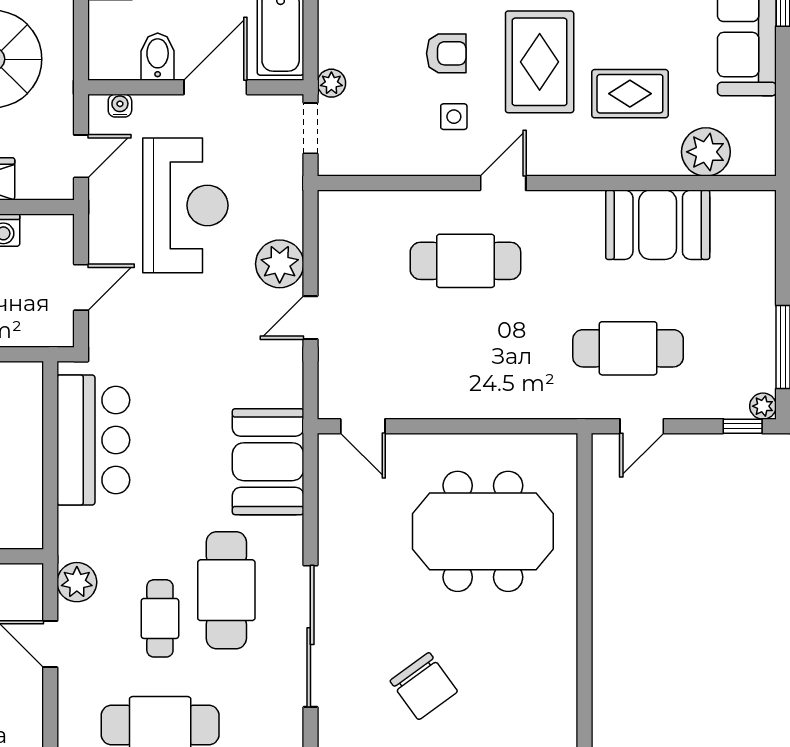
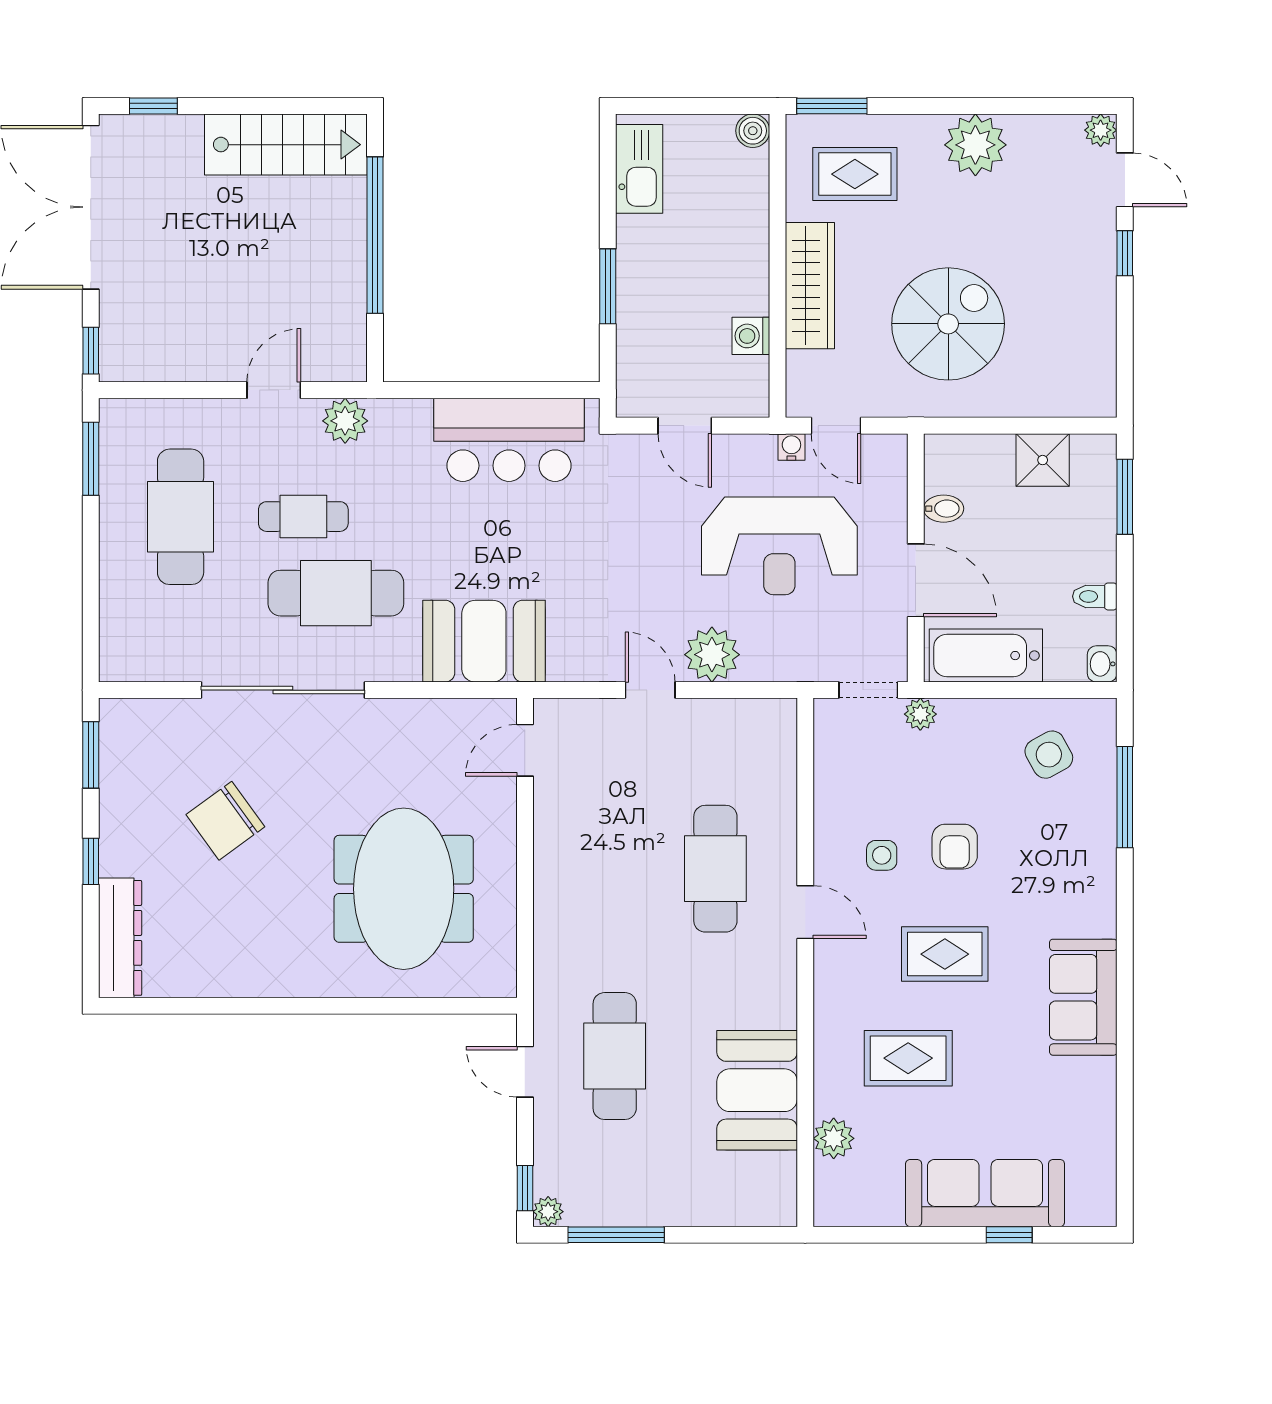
bidet: (158, 57) -> (944, 509), width x0.72, depth x0.74
rug: (540, 62) -> (945, 954), width x0.73, depth x0.70
rug: (630, 94) -> (908, 1058), turned 90
water cooler: (120, 106) -> (791, 447), moved, turned -90
plant: (706, 152) -> (834, 1138), width x0.73, depth x0.73

